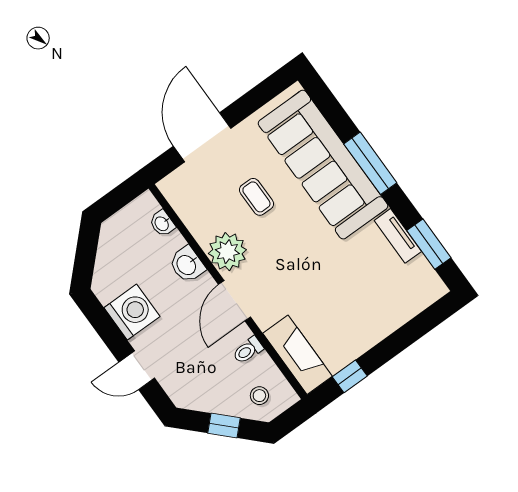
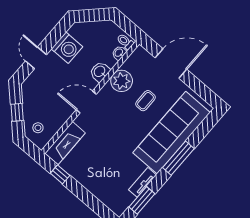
plant: (227, 252) -> (122, 81), moved
toilet: (248, 350) -> (125, 42), moved

